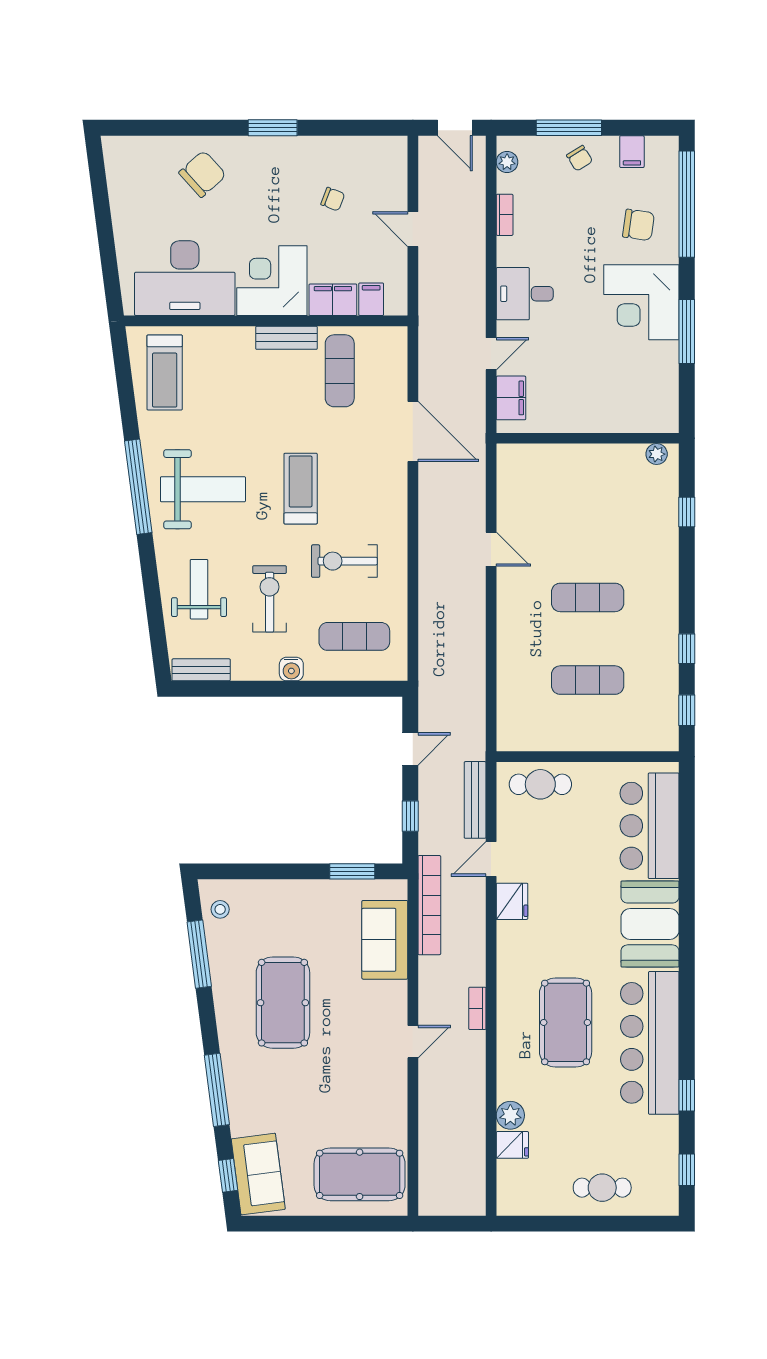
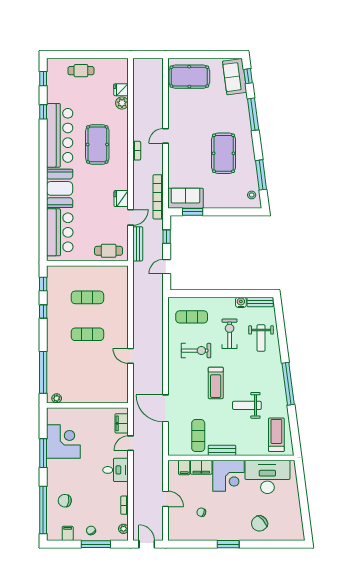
corner desk: (641, 302) -> (63, 442), moved
weight bench: (203, 489) -> (247, 405), moved, width x0.73, depth x0.75
window: (687, 512) -> (43, 372), width x3.17
exercise bike: (270, 599) -> (230, 334), turned 180
water cooler: (291, 669) -> (241, 302), moved
sofa: (385, 940) -> (185, 198), moved, turned -90

